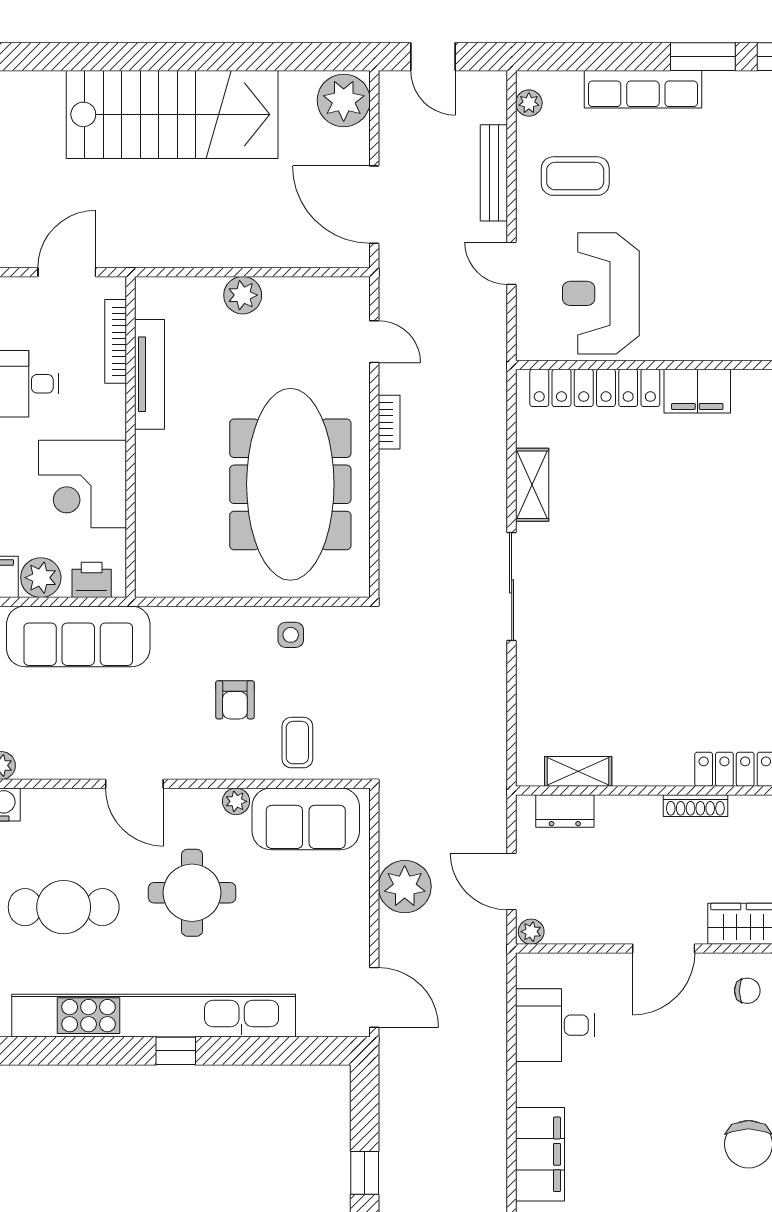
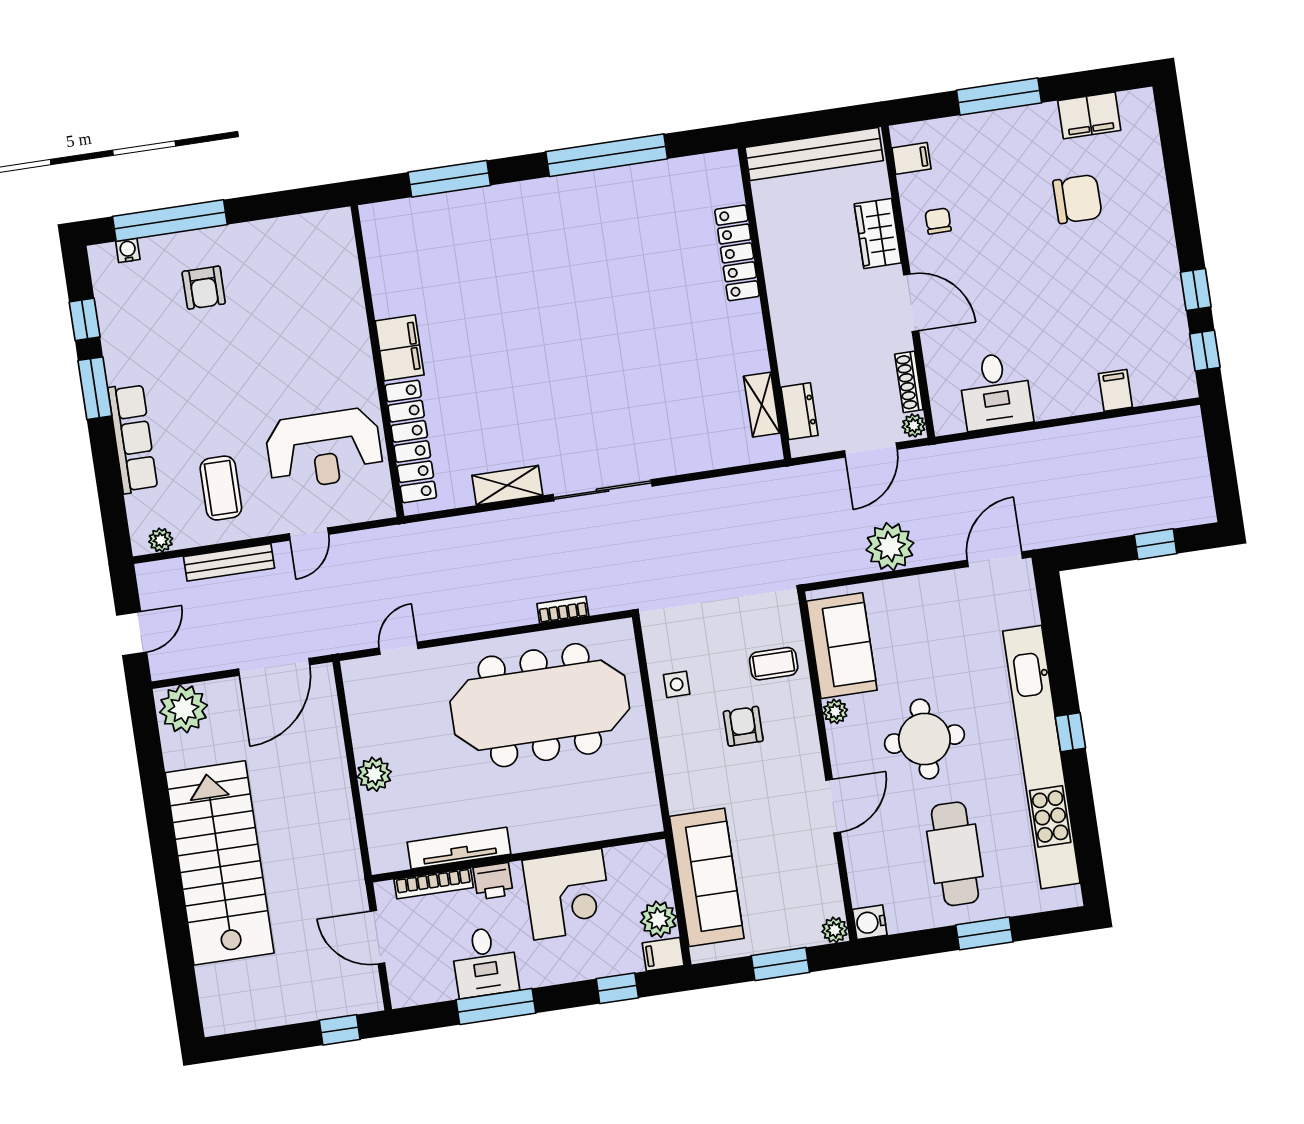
bookcase: (389, 422) -> (563, 610), moved
printer: (92, 580) -> (493, 881), moved, turned -90
armchair: (235, 700) -> (743, 726), turned -90
shoe rack: (695, 806) -> (909, 382), moved, turned 180
filing cabinet: (540, 1154) -> (1115, 390), width x0.33, depth x0.86

